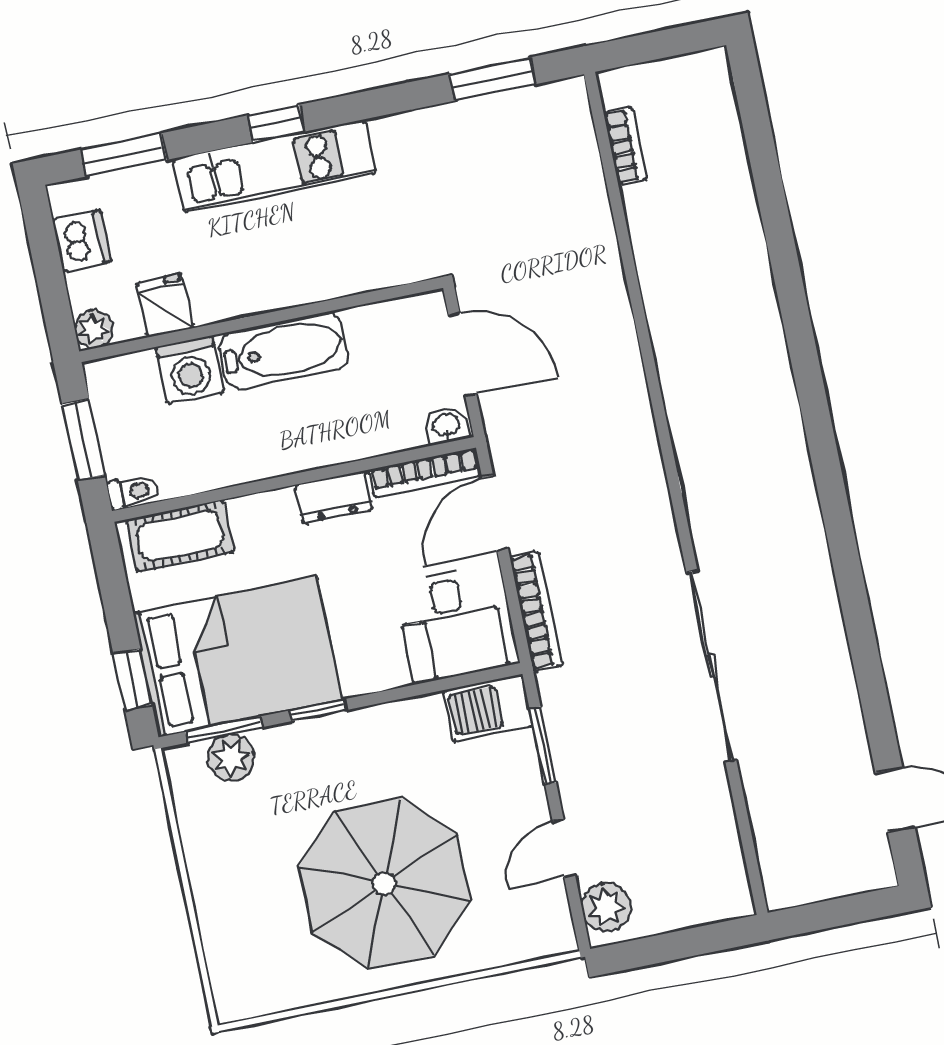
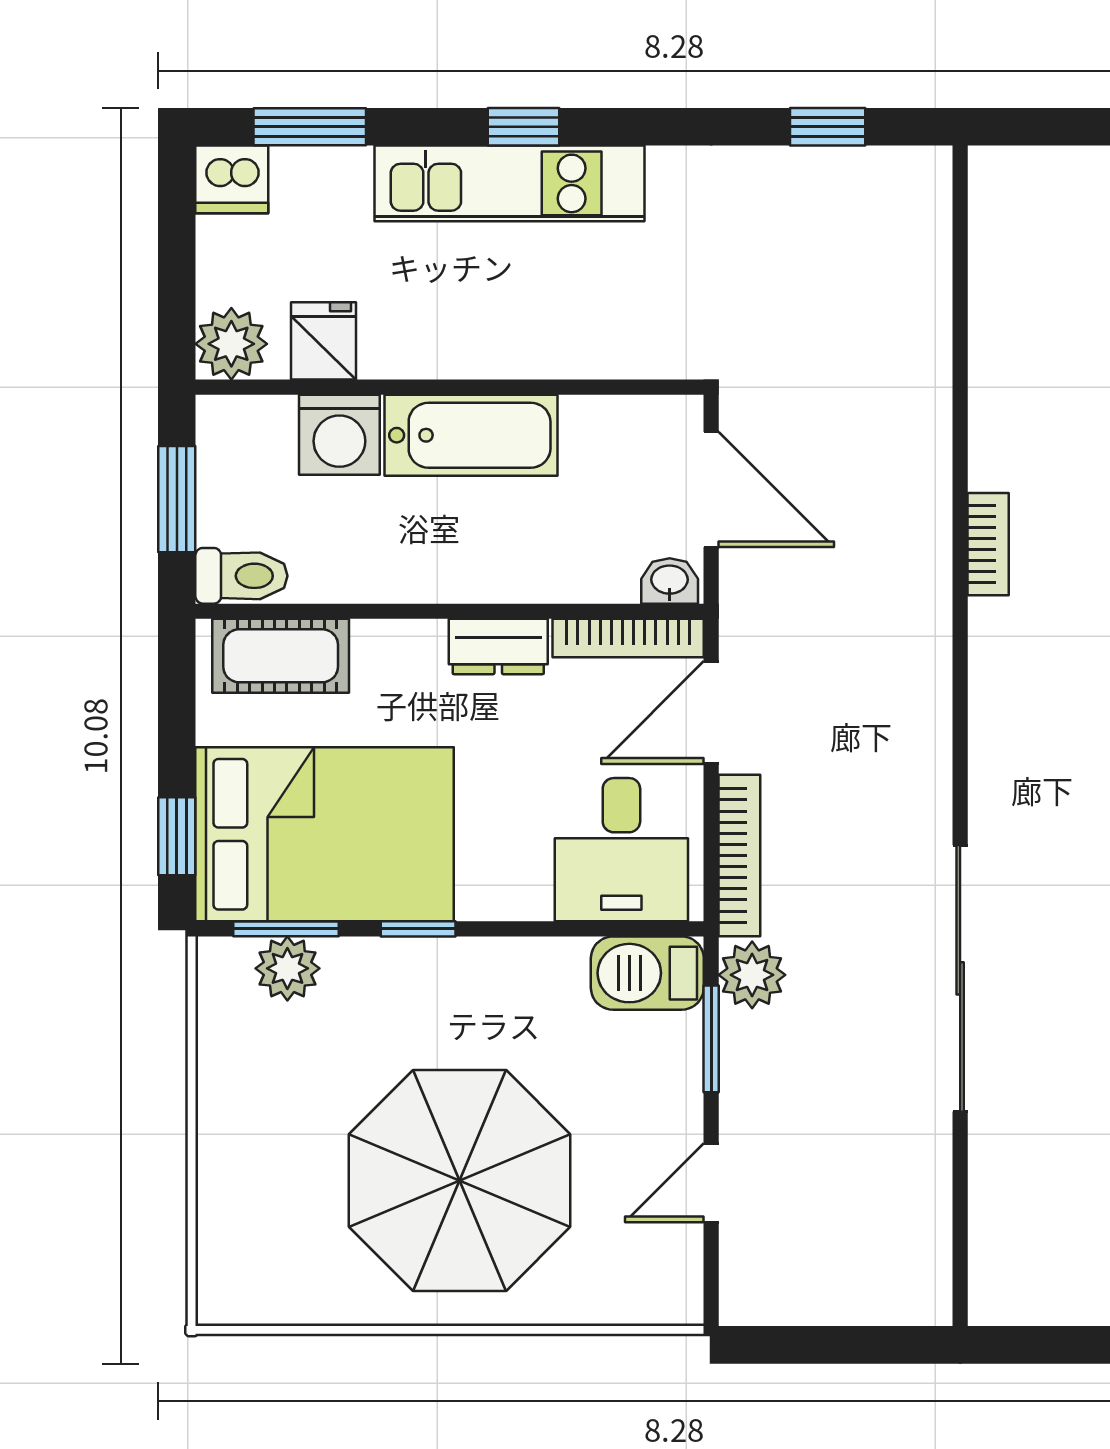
window: (493, 79) -> (828, 127), width x0.67
bookcase: (625, 146) -> (988, 544), moved
dishwasher: (82, 241) -> (232, 179), moved, turned 90
plant: (94, 329) -> (231, 344), width x1.38, depth x1.38
toilet: (133, 492) -> (241, 576), width x1.37, depth x1.39
plant: (606, 907) -> (752, 975), moved

